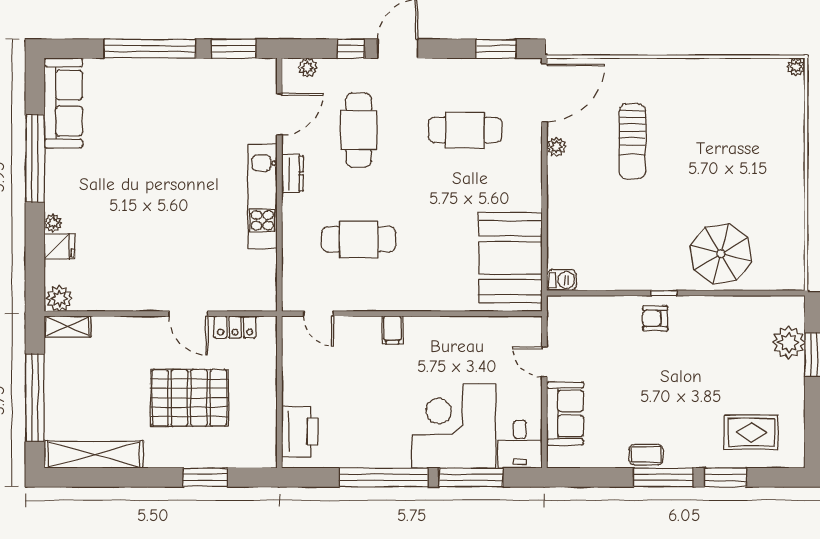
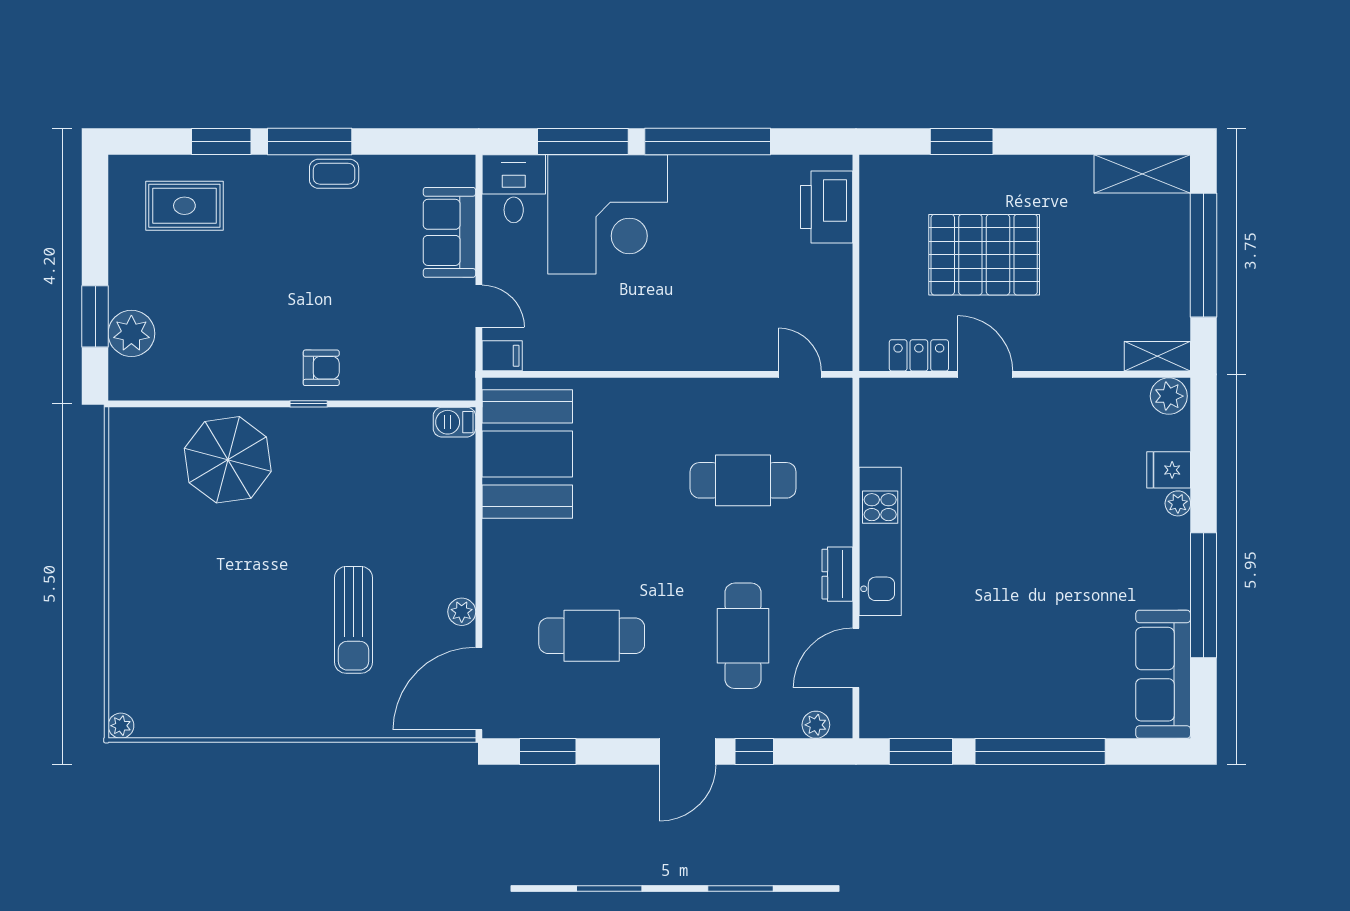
sun lounger: (632, 141) -> (354, 620), turned 180
filing cabinet: (392, 330) -> (502, 356), moved, turned 90
shelving: (94, 455) -> (1142, 174), width x0.68

